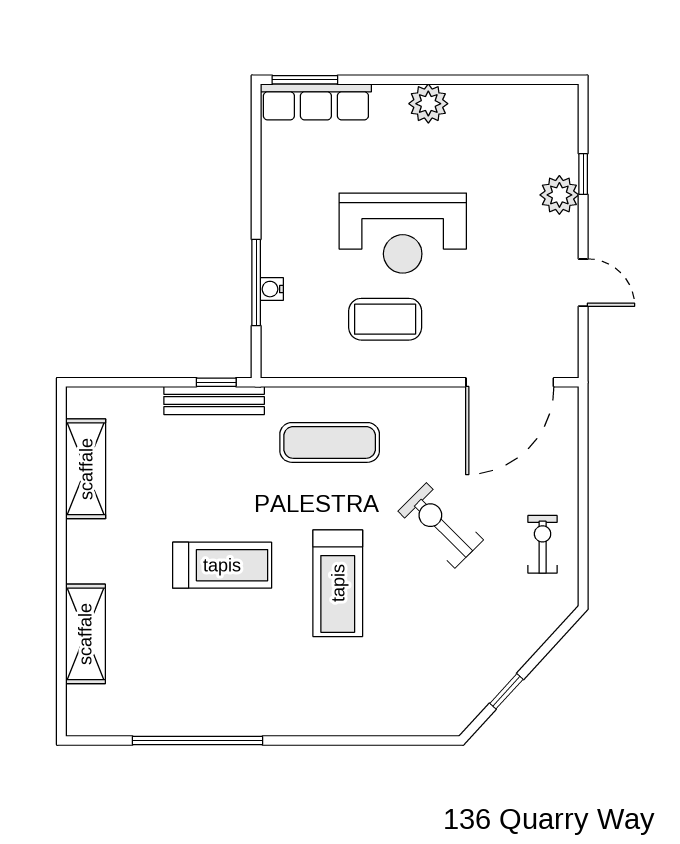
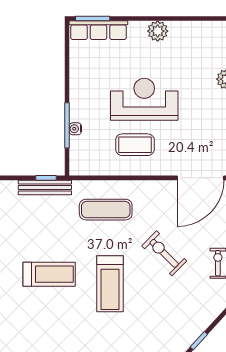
reception desk: (403, 233) -> (144, 99), turned 180

